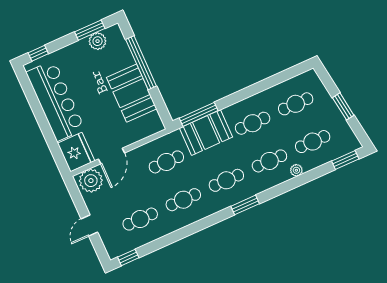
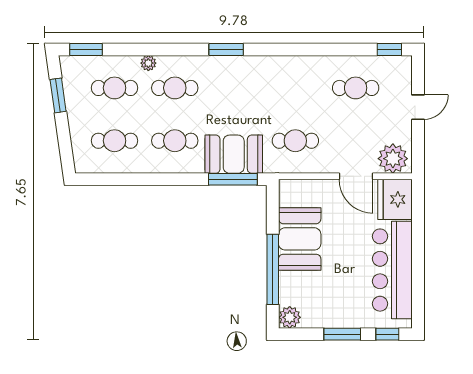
window: (90, 30) -> (342, 334), moved
plant: (98, 41) -> (290, 317), moved
window: (343, 106) -> (58, 95), moved
door: (112, 156) -> (356, 176), swing flipped
cafe table: (226, 180) -> (235, 88), removed
cafe table: (183, 200) -> (295, 88), removed

